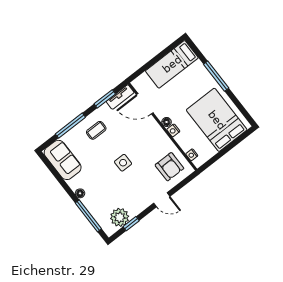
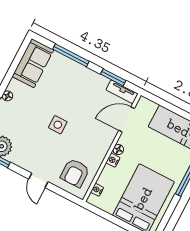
door: (145, 104) -> (127, 119), hinge flipped
coffee table: (96, 130) -> (78, 83), removed

